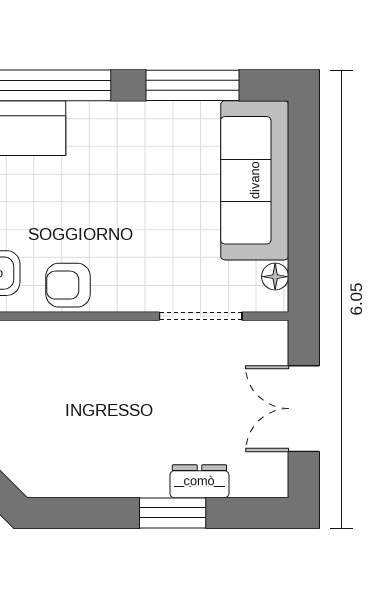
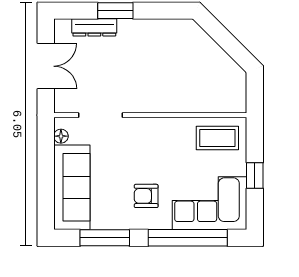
armchair: (68, 285) -> (146, 196), moved, turned 180
dresser: (199, 481) -> (94, 27), width x1.44

